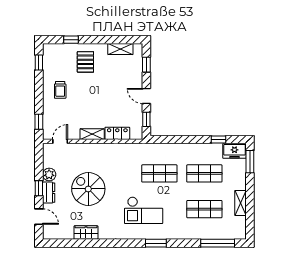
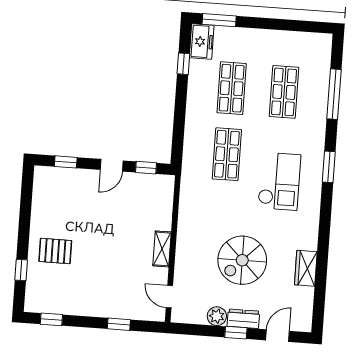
shelving: (120, 49) -> (40, 198), removed
trolley: (60, 90) -> (94, 291), removed
window: (39, 122) -> (119, 324), moved
locker: (117, 133) -> (163, 212), removed
shelving: (240, 203) -> (279, 38), removed
window: (218, 243) -> (334, 94), moved

